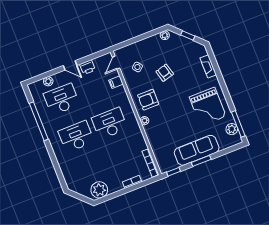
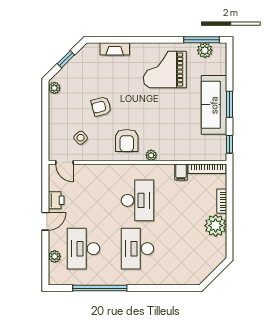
filing cabinet: (116, 82) -> (181, 172), moved
grand piano: (208, 107) -> (165, 69), turned 180
desk: (110, 123) -> (137, 200), turned 180
plant: (99, 190) -> (216, 226), moved

